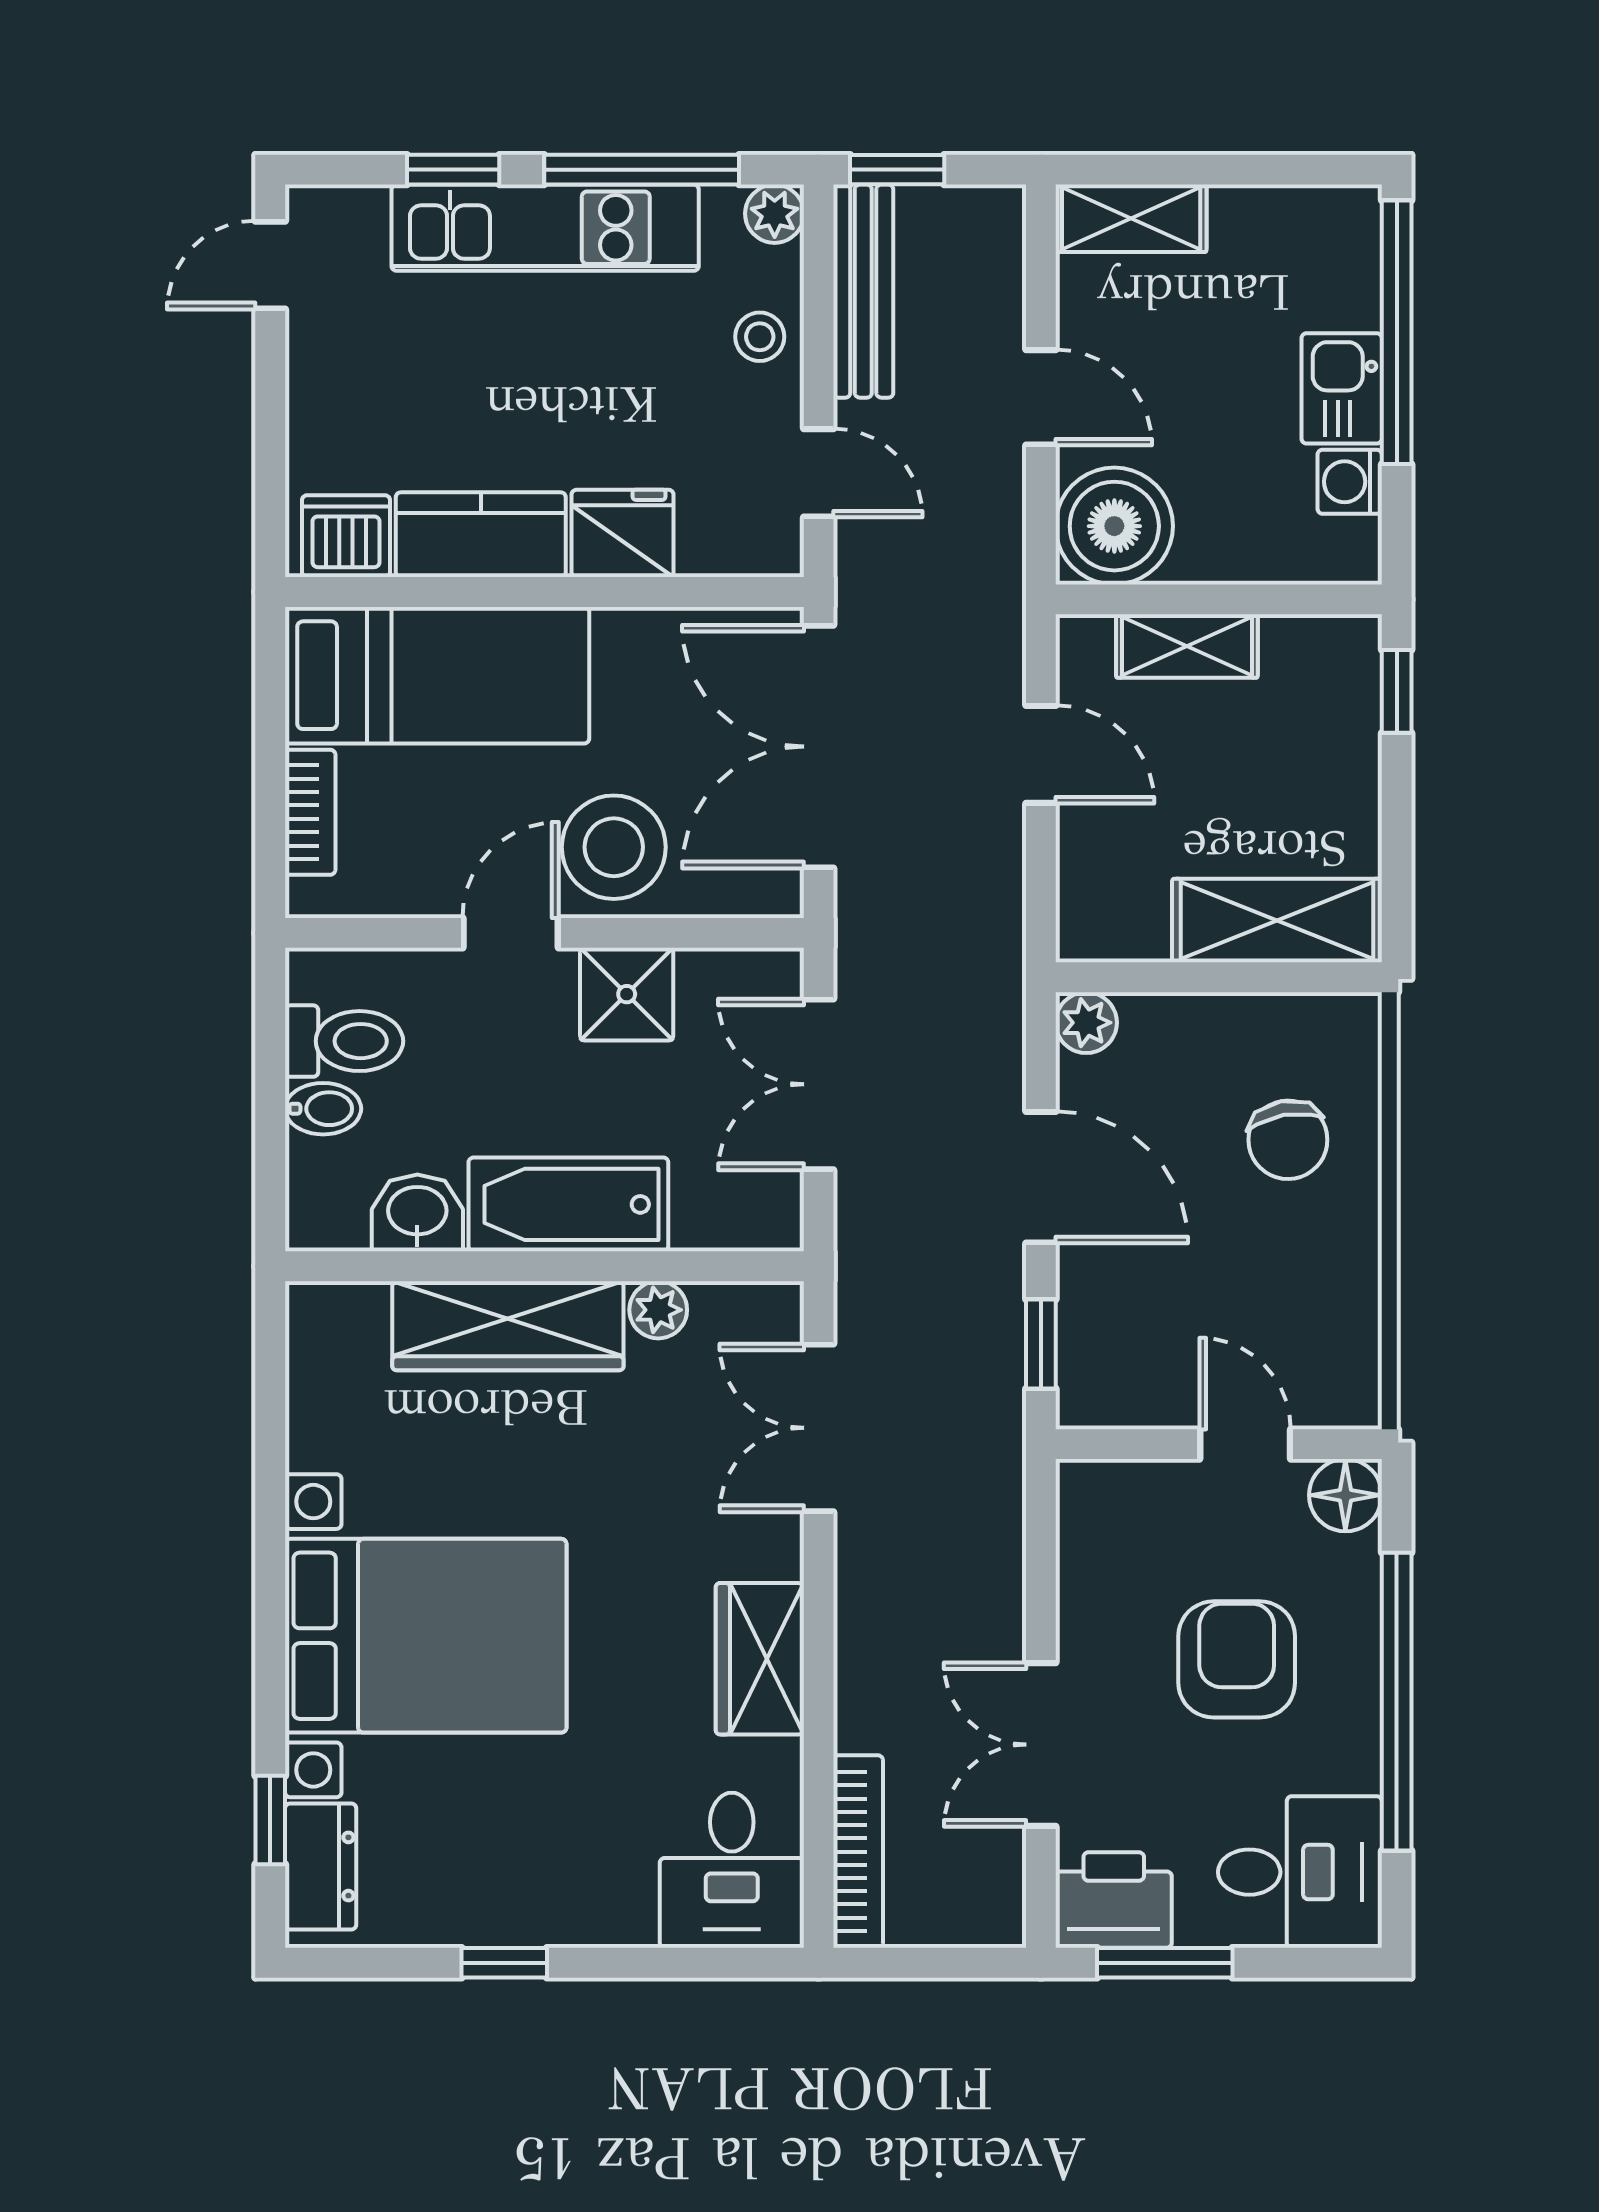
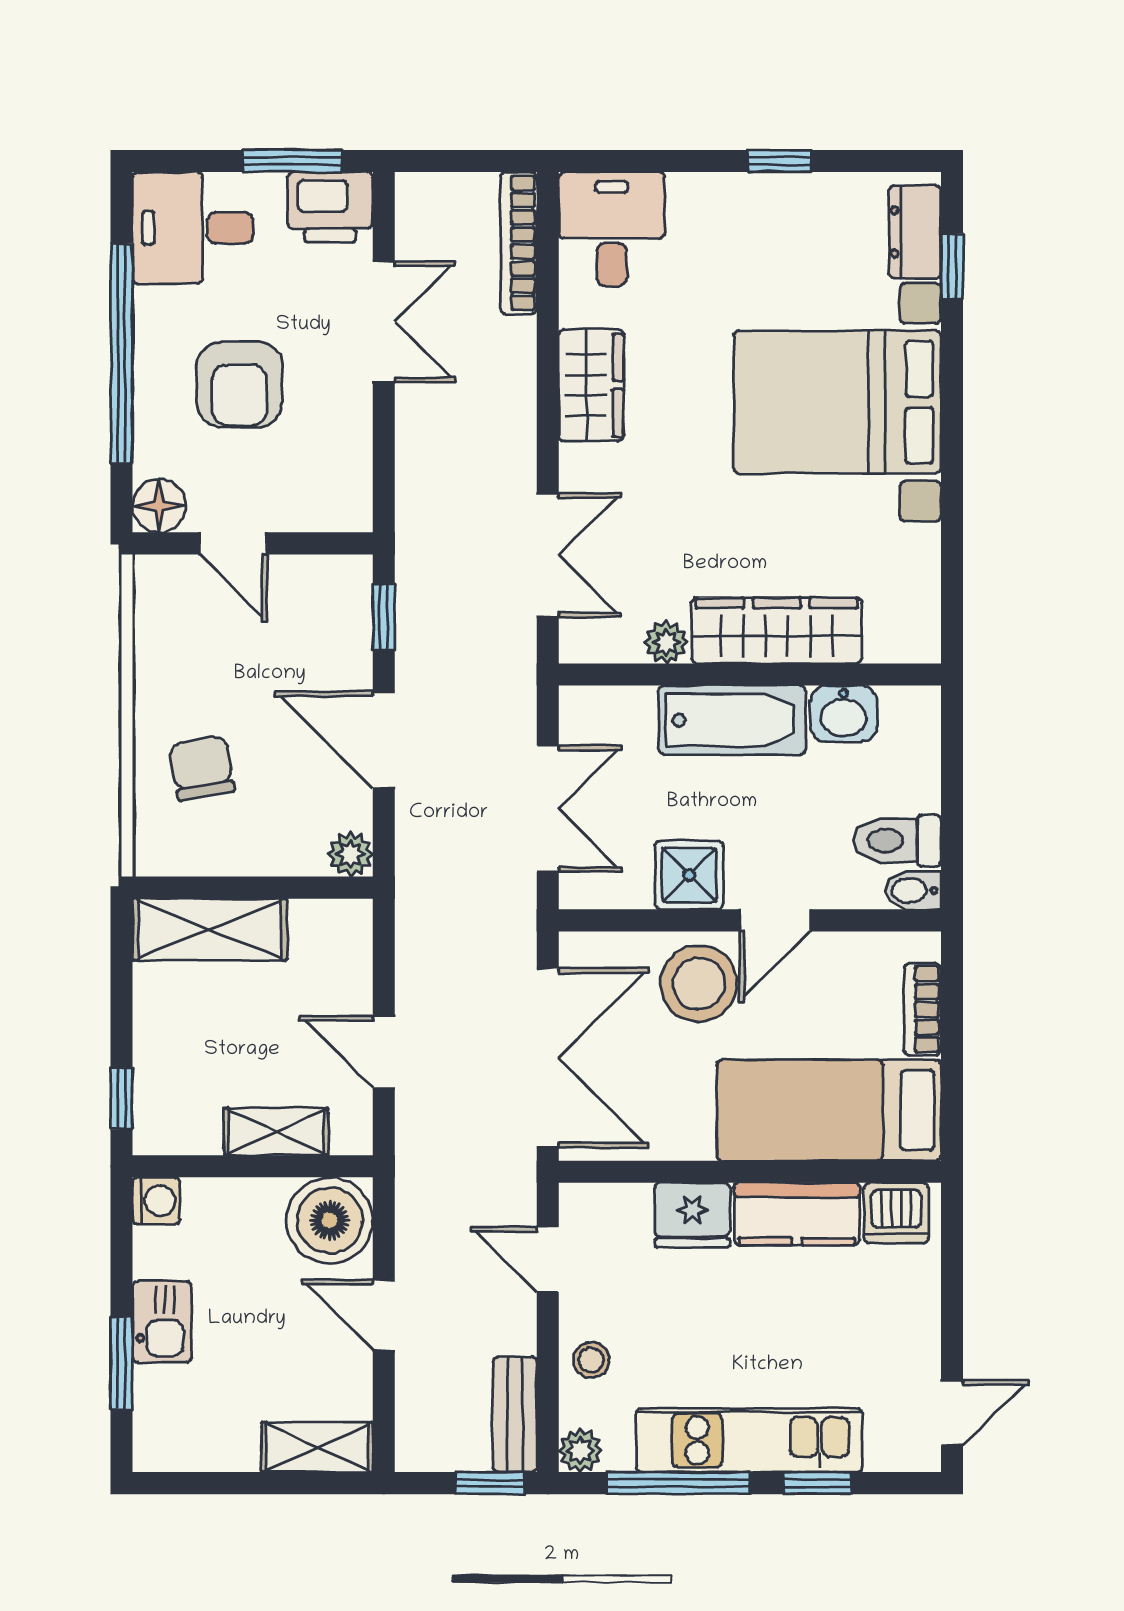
bench: (863, 291) -> (515, 1414), width x0.73
window: (1397, 332) -> (122, 1363), width x0.47
washing machine: (1350, 482) -> (156, 1201), moved
bidet: (323, 1109) -> (913, 890), moved

